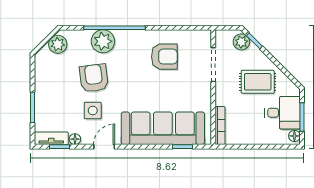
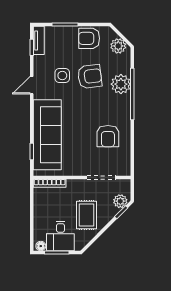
armchair: (49, 79) -> (89, 38), added
floor lamp: (75, 139) -> (38, 60), removed
door: (104, 147) -> (32, 85), swing flipped

